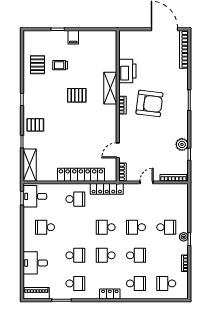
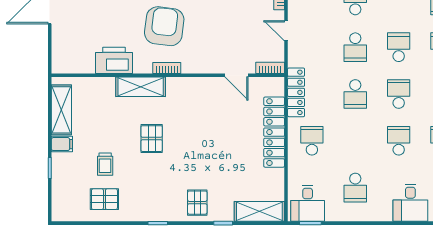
shelving: (95, 37) -> (61, 110), added
school desk: (106, 255) -> (399, 94), turned 180

